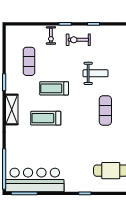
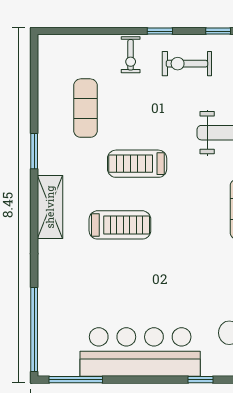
treadmill: (46, 118) -> (120, 225), turned 180
bar counter: (35, 180) -> (140, 352), moved

